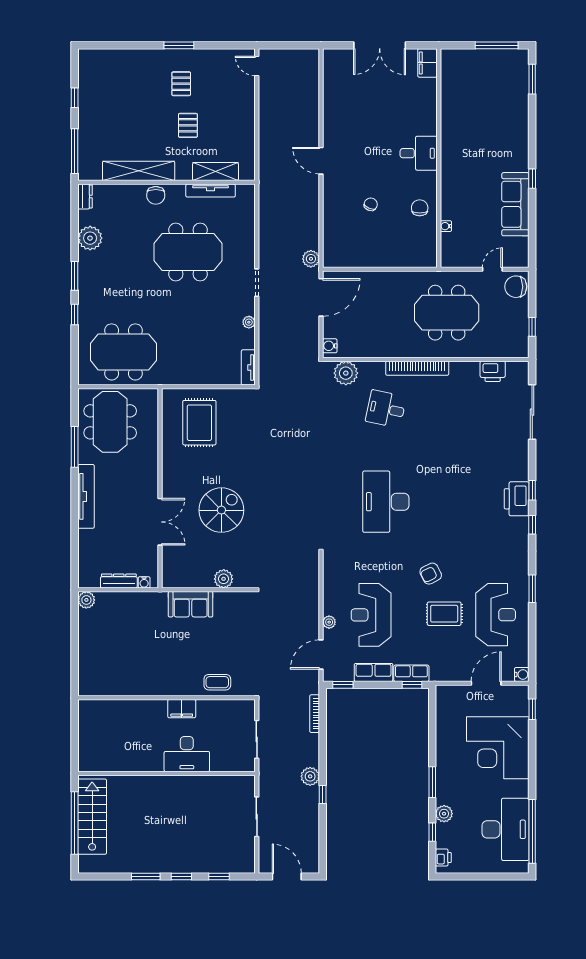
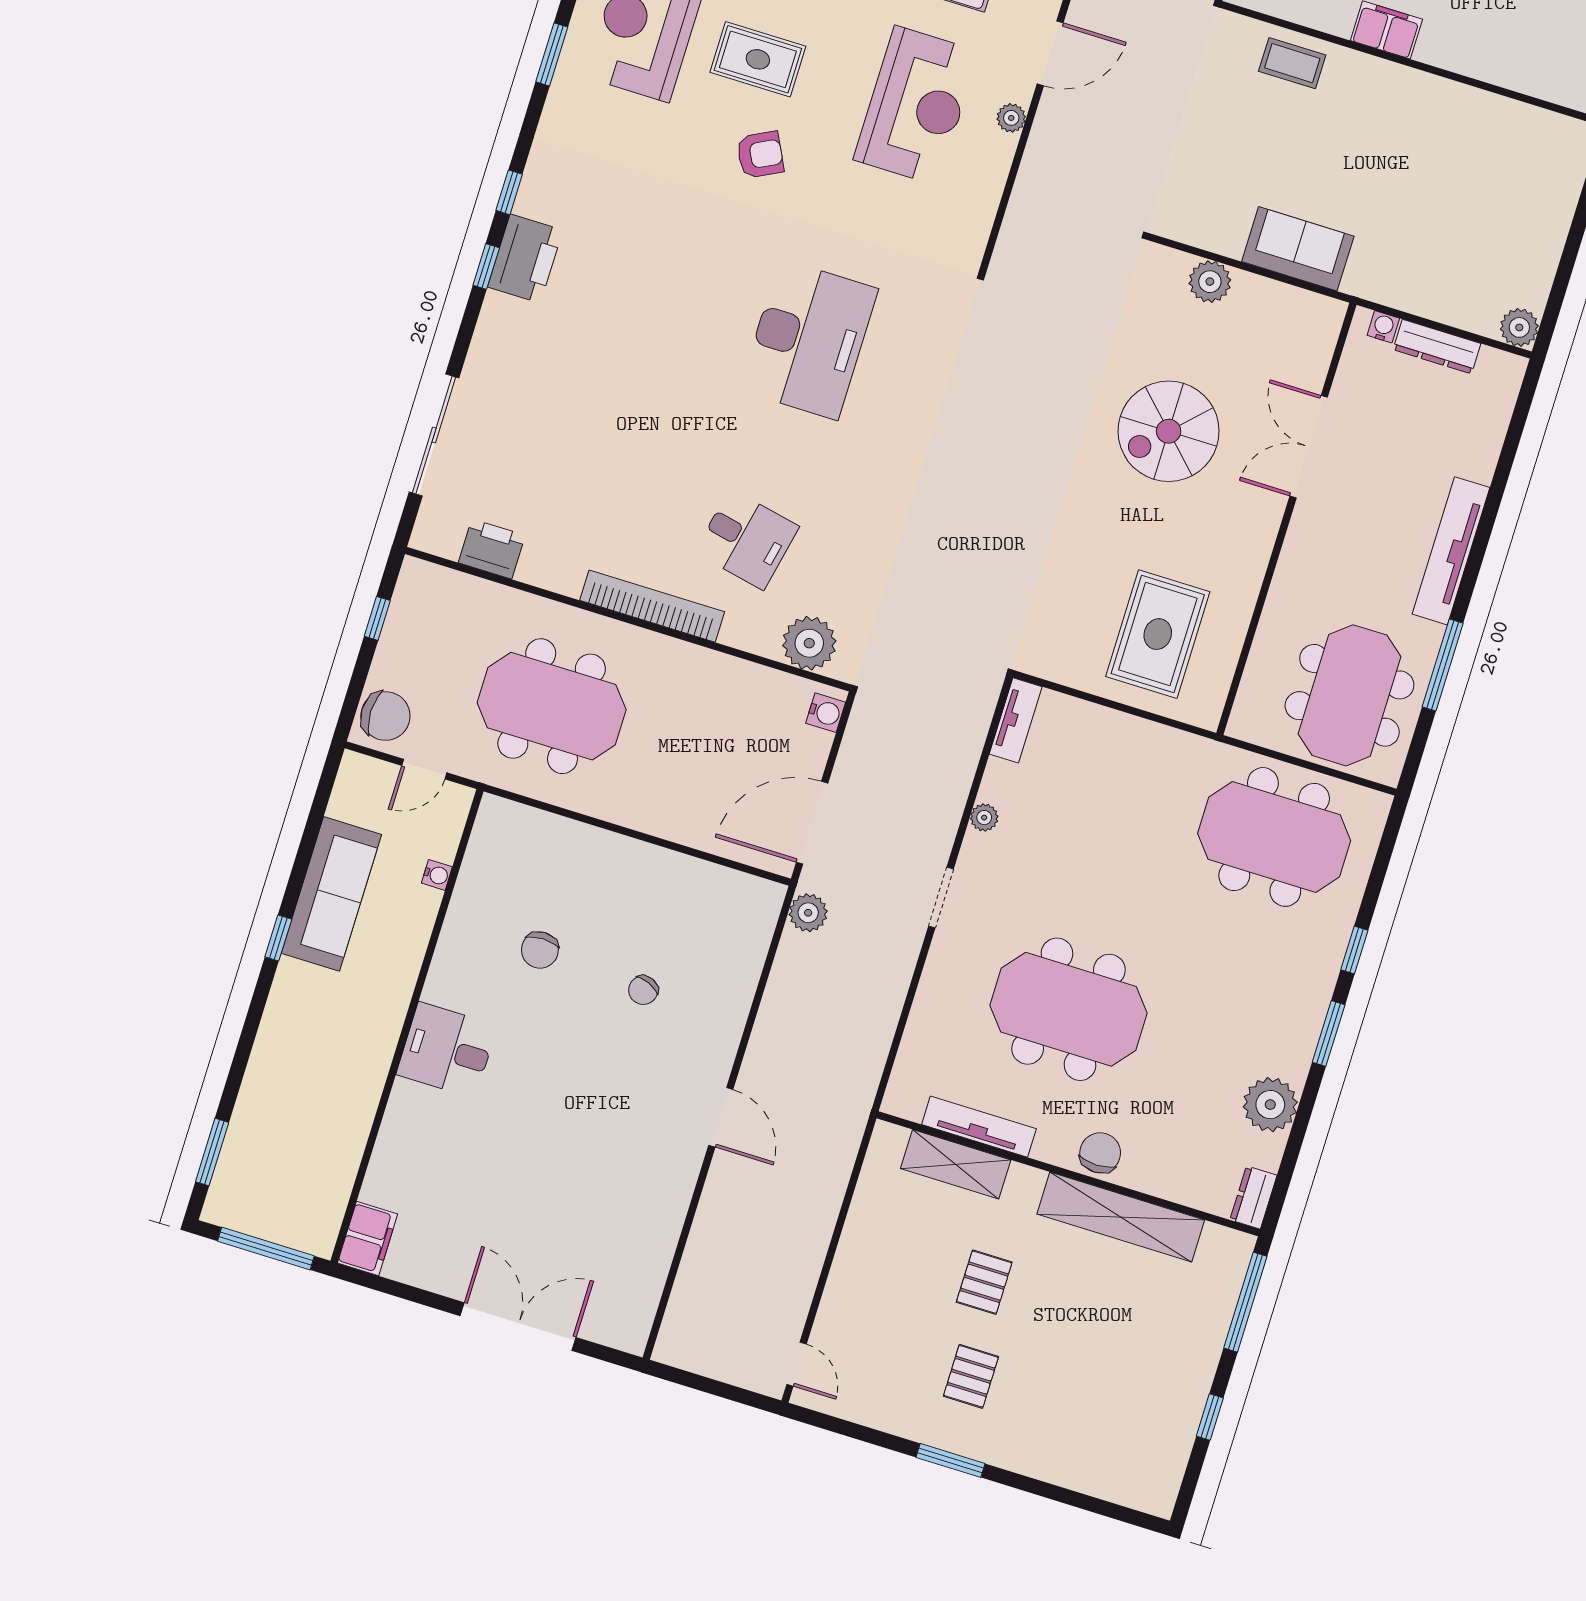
filing cabinet: (427, 63) -> (368, 1239), moved
desk: (419, 153) -> (447, 1050), moved
wall: (439, 158) -> (407, 1026), moved
water cooler: (446, 226) -> (437, 875), moved

